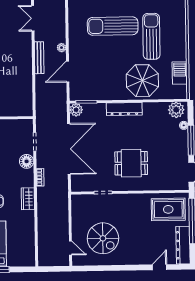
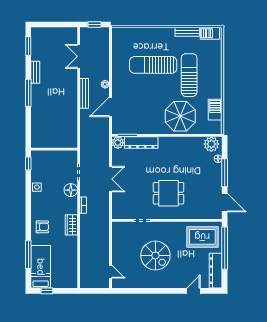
dresser: (124, 109) -> (141, 143), moved
double door: (69, 149) -> (111, 179), width x0.54
spiral stairs: (103, 238) -> (155, 256), moved

